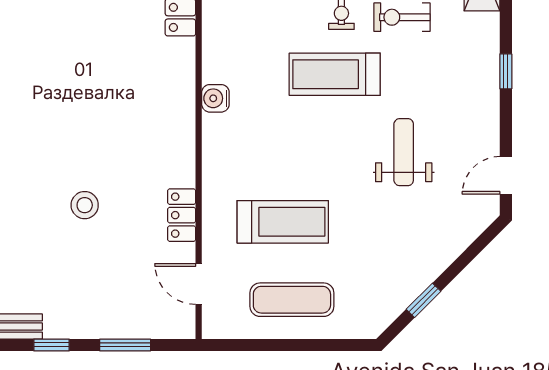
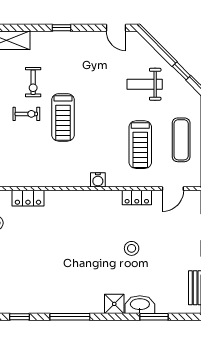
water cooler: (215, 98) -> (98, 180), moved
weight bench: (404, 152) -> (145, 84), moved
treadmill: (283, 222) -> (140, 145), turned 180

